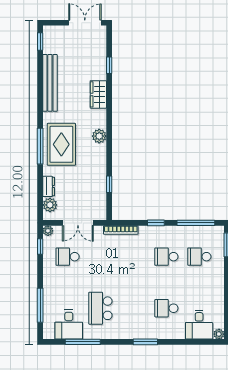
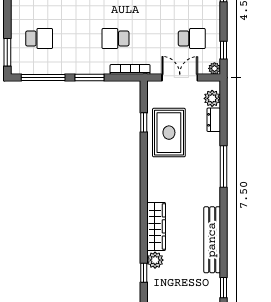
window: (109, 65) -> (144, 273), moved
wardrobe: (98, 94) -> (156, 226), width x1.50
plant: (99, 136) -> (155, 260), moved
rug: (61, 144) -> (169, 133), moved
window: (156, 223) -> (89, 78), width x1.50
school desk: (166, 257) -> (115, 39), moved, turned 180

